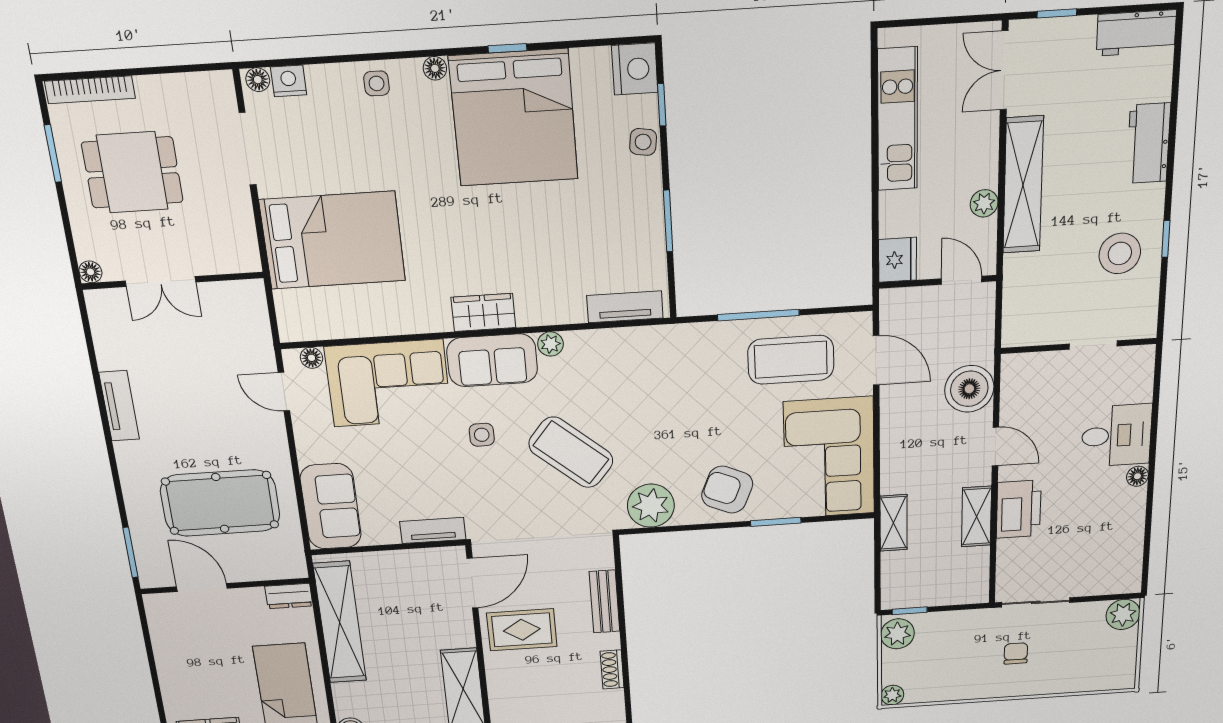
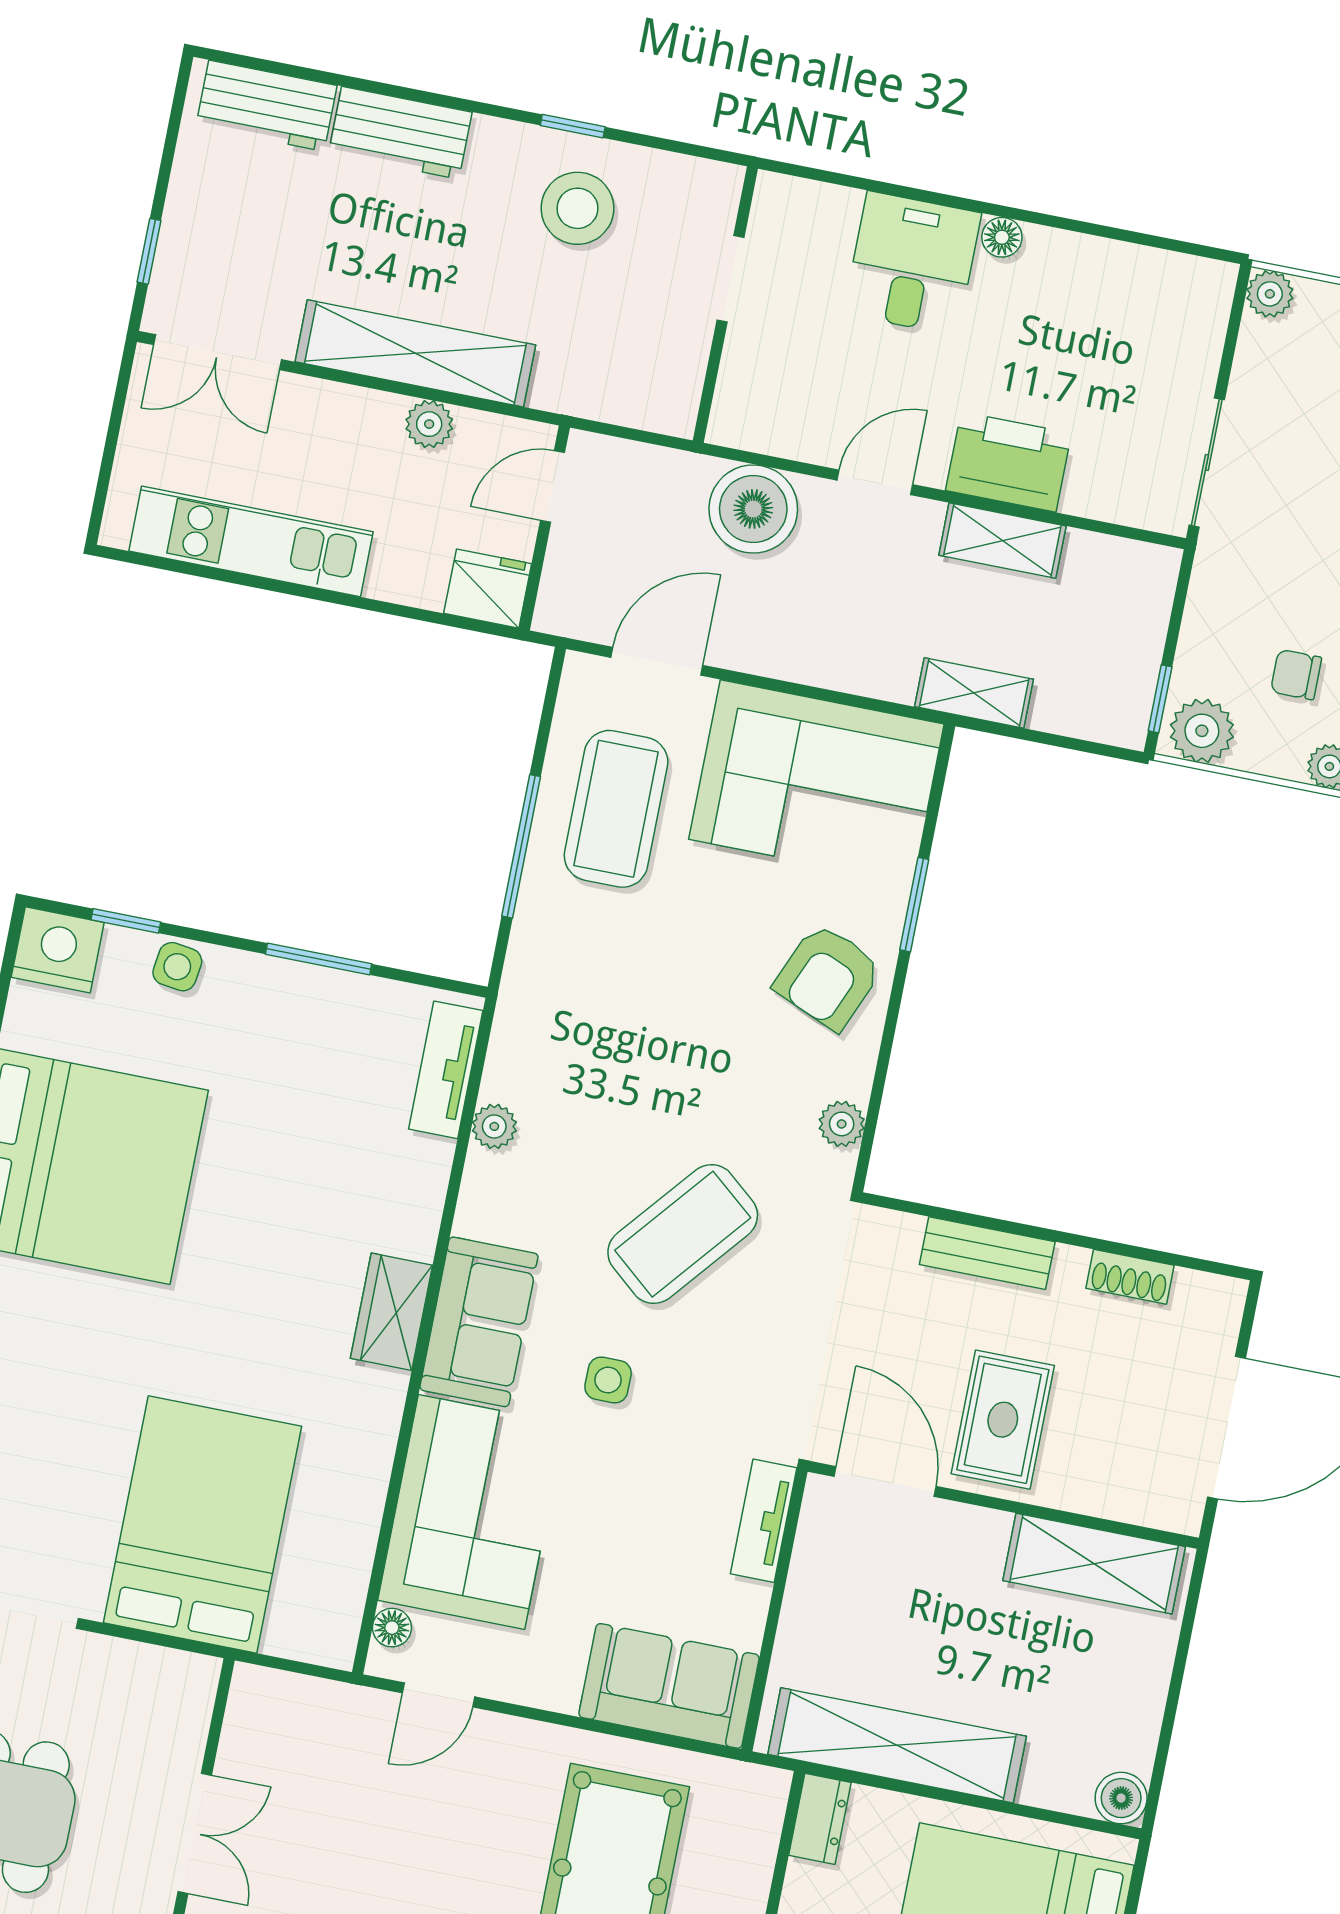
workbench: (1136, 33) -> (267, 106), moved, turned 90
plant: (550, 344) -> (494, 1126), moved
plant: (651, 506) -> (842, 1124), width x0.53, depth x0.53
plant: (1123, 614) -> (1270, 294), width x0.73, depth x0.73
chair: (1016, 653) -> (1296, 675), moved

